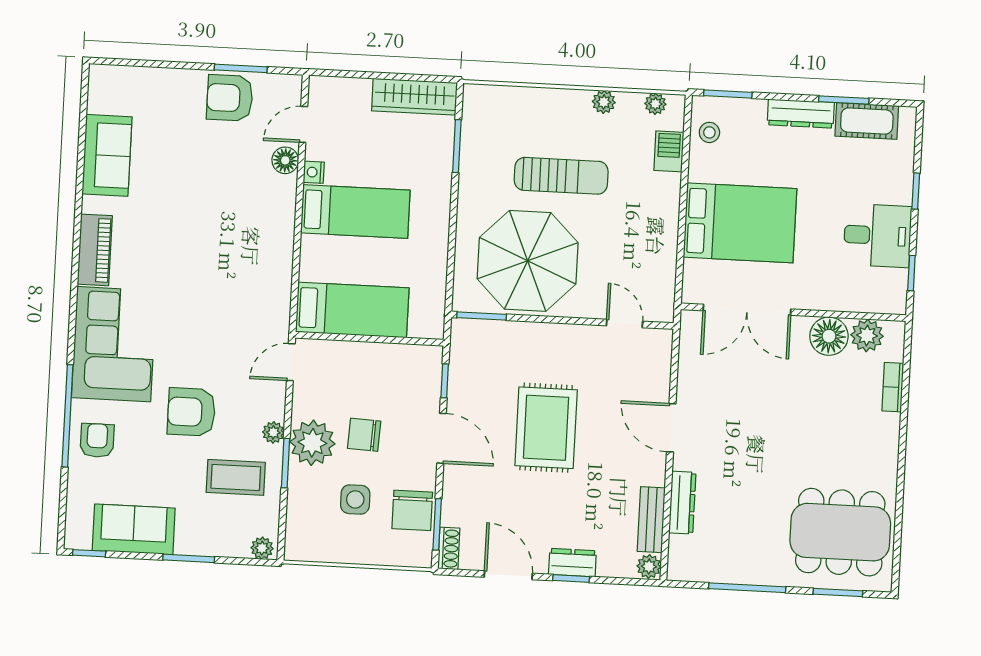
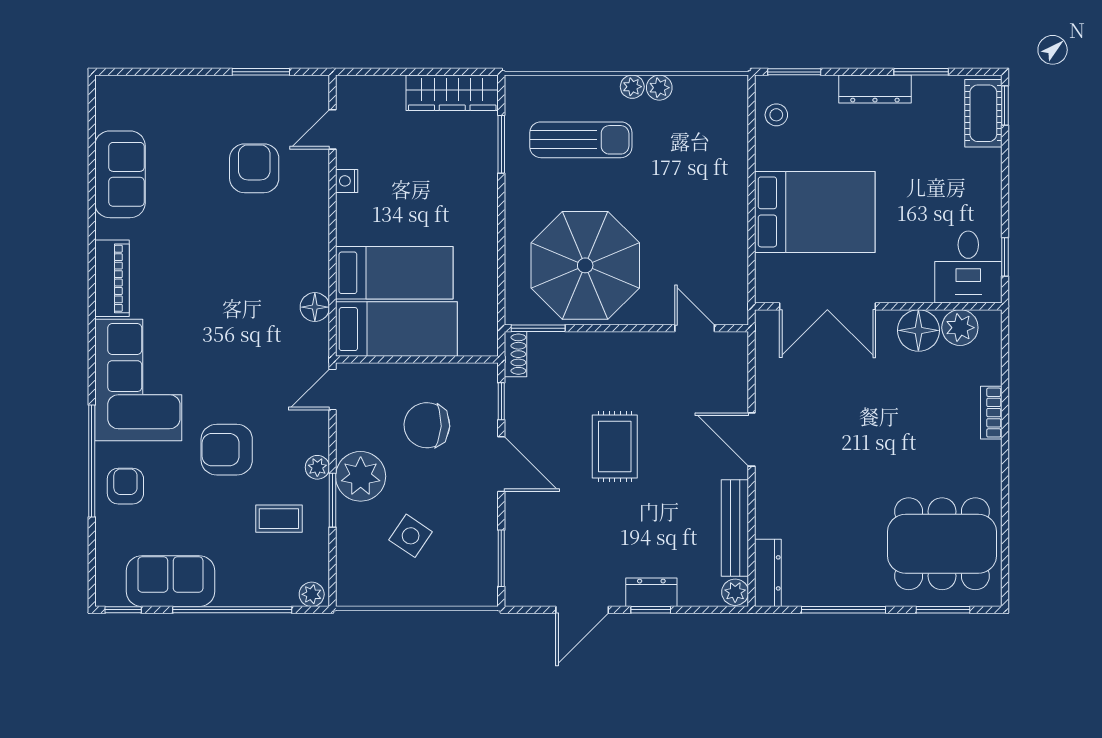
armchair: (230, 98) -> (254, 168), moved, turned 90
plant: (655, 104) -> (632, 87), moved
cot: (867, 121) -> (983, 113), moved, turned 90
barbecue: (669, 151) -> (733, 138), removed
floor lamp: (285, 160) -> (315, 307), moved
sun lounger: (561, 176) -> (581, 140), moved
window: (916, 191) -> (1005, 106), moved
bed: (355, 212) -> (394, 273), moved
desk: (877, 235) -> (968, 267), moved, turned 90
bookcase: (893, 387) -> (991, 413), moved
rug: (546, 428) -> (615, 447), width x0.73, depth x0.70
chair: (364, 435) -> (427, 425), moved, width x1.37, depth x1.37
coffee table: (236, 477) -> (279, 519), width x0.73, depth x0.77
side table: (355, 499) -> (411, 536), turned 34
dresser: (682, 503) -> (768, 573), moved
chair: (412, 510) -> (473, 545), removed
bench: (651, 520) -> (735, 528), width x1.36
shoe rack: (449, 548) -> (516, 354), moved
window: (189, 558) -> (232, 610), width x2.11
door: (508, 575) -> (582, 610), swing flipped

